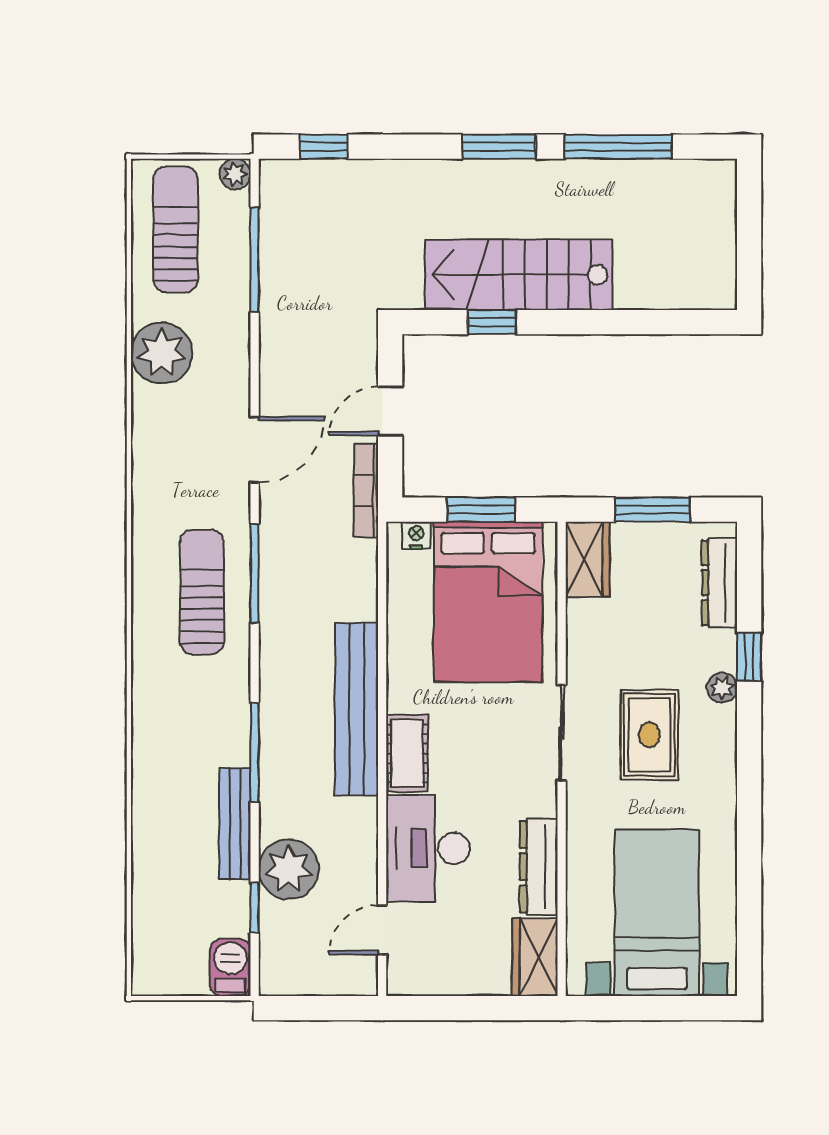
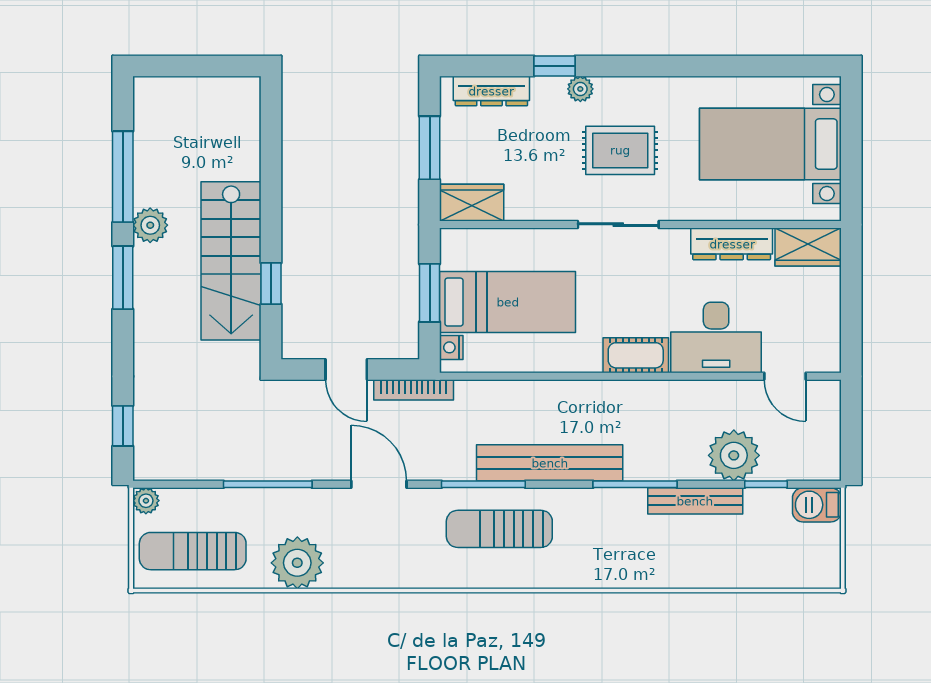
plant: (561, 179) -> (150, 225), added
window: (255, 260) -> (268, 484), moved
bed: (488, 602) -> (508, 302), width x0.67
bench: (357, 709) -> (550, 463), moved

